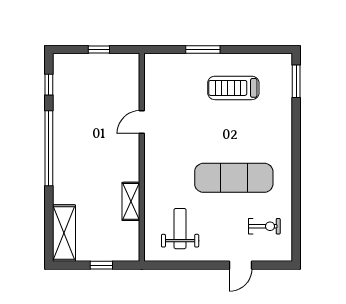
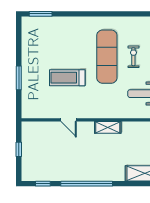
treadmill: (233, 88) -> (67, 78), moved, turned 90
shelving: (131, 201) -> (108, 127), moved
exercise bike: (264, 226) -> (133, 57), moved

